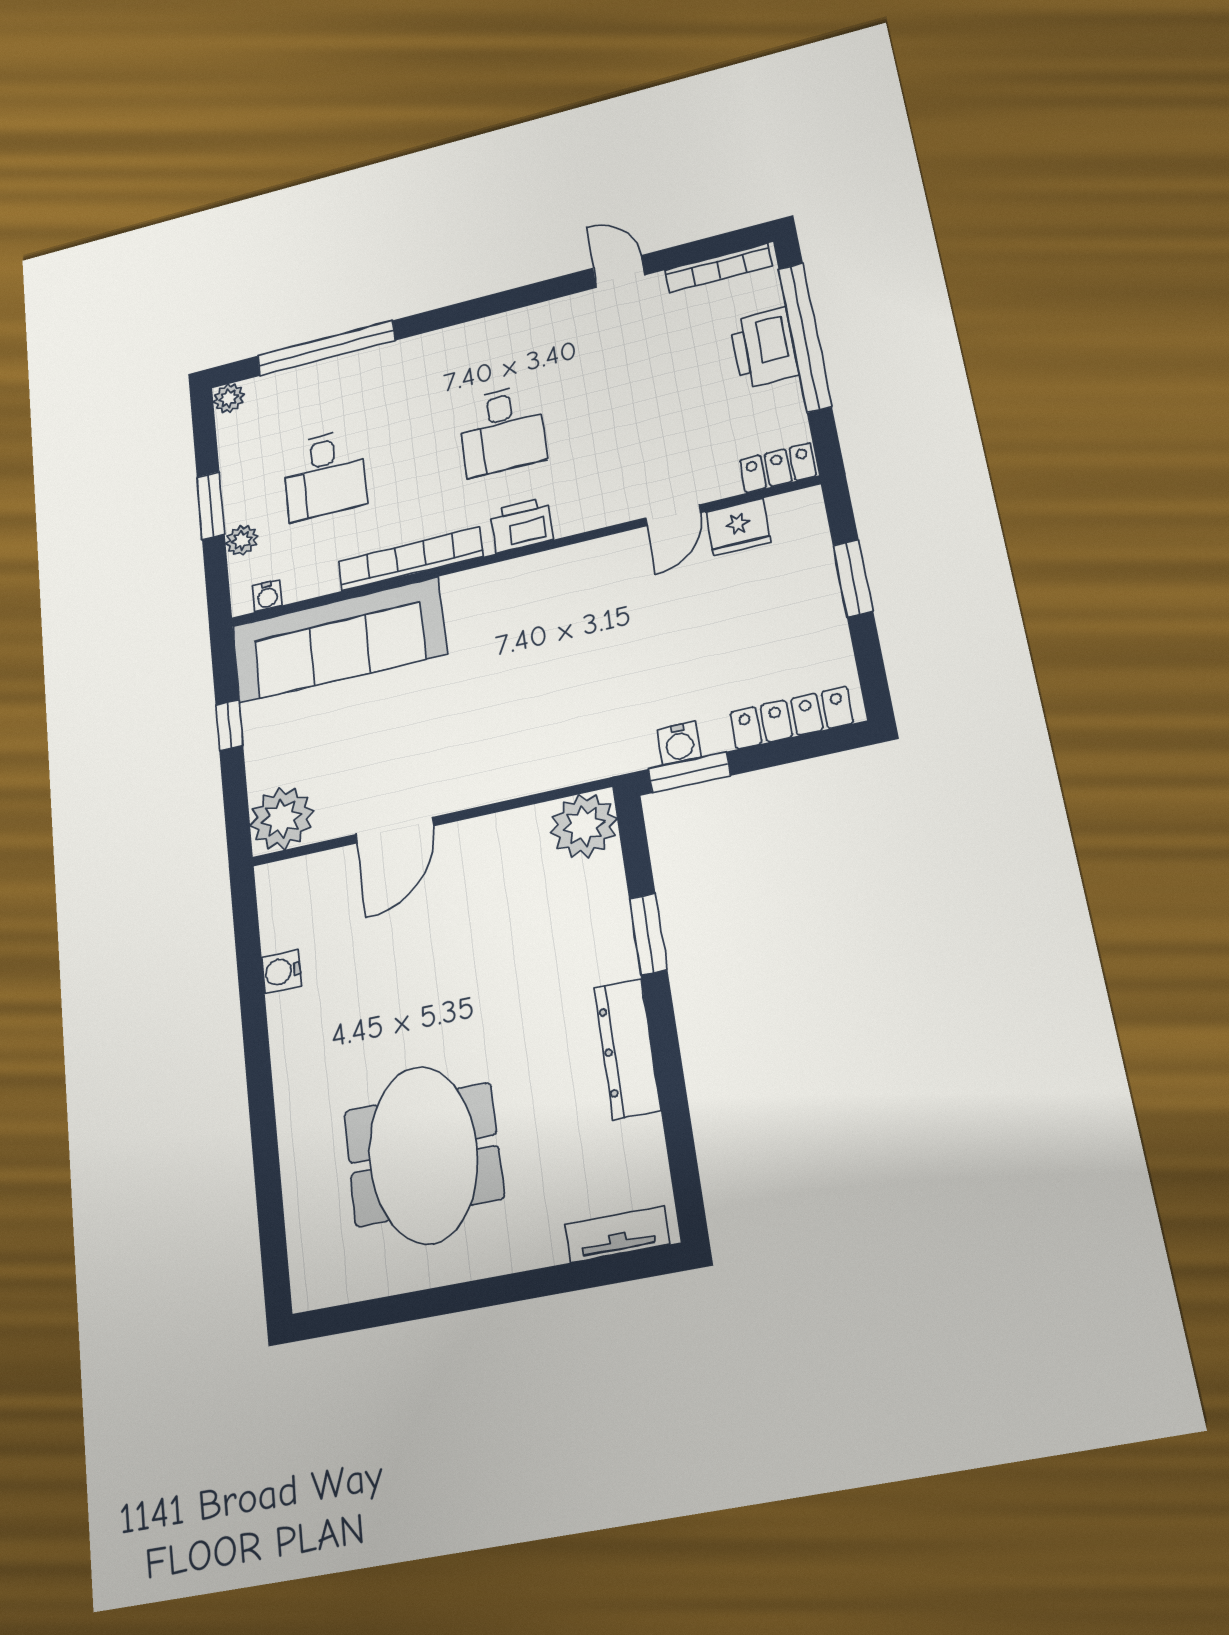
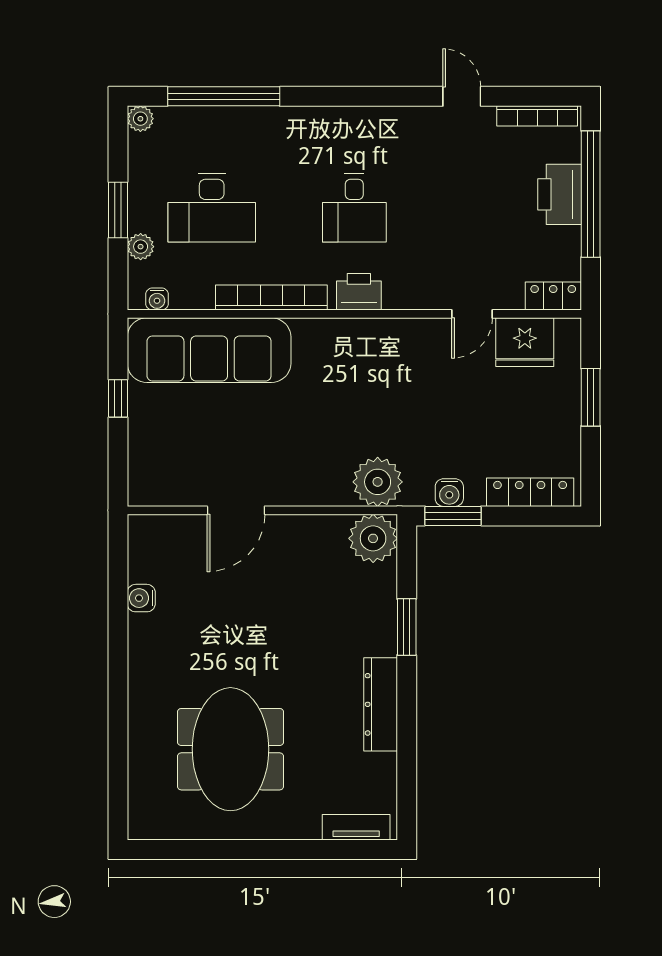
desk: (324, 475) -> (212, 208), width x1.37
fridge: (738, 527) -> (525, 342), width x1.36, depth x1.34
plant: (282, 818) -> (378, 482), moved

